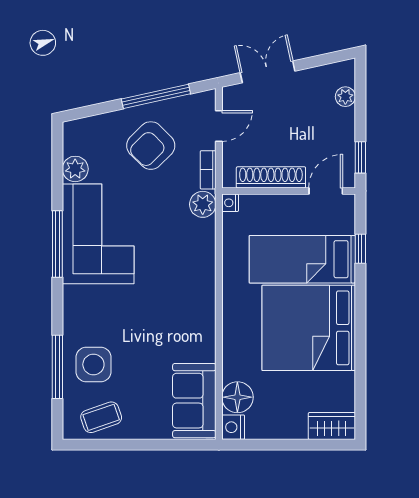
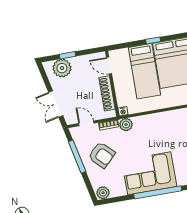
plant: (345, 97) -> (62, 68), width x1.88, depth x1.88
window: (360, 157) -> (68, 55), moved
plant: (75, 169) -> (103, 193), moved
window: (57, 244) -> (158, 192), width x1.46
window: (360, 249) -> (153, 40), moved

